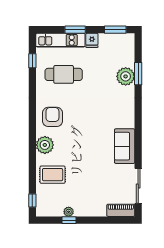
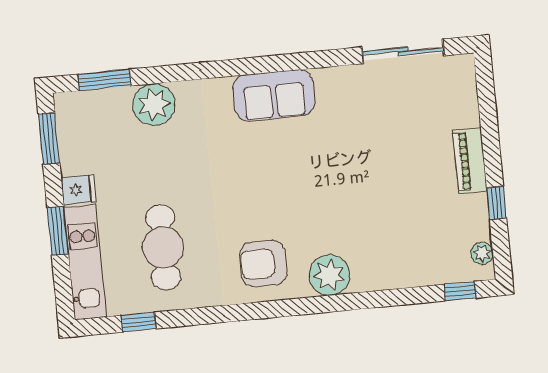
window: (138, 74) -> (105, 80), moved
sofa: (125, 146) -> (274, 95), moved
rug: (53, 175) -> (396, 251), removed
piano: (121, 210) -> (470, 161), moved
plant: (69, 212) -> (482, 253), moved

